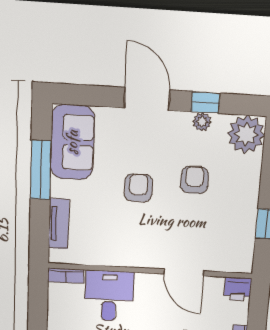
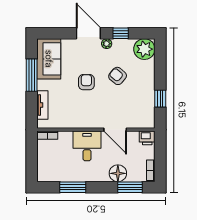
plant: (202, 122) -> (107, 44), moved
armchair: (195, 180) -> (118, 76), turned -50
desk: (109, 296) -> (87, 146), moved

